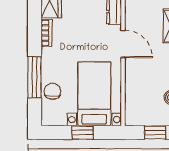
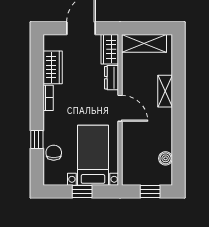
window: (35, 77) -> (37, 140), width x0.46

